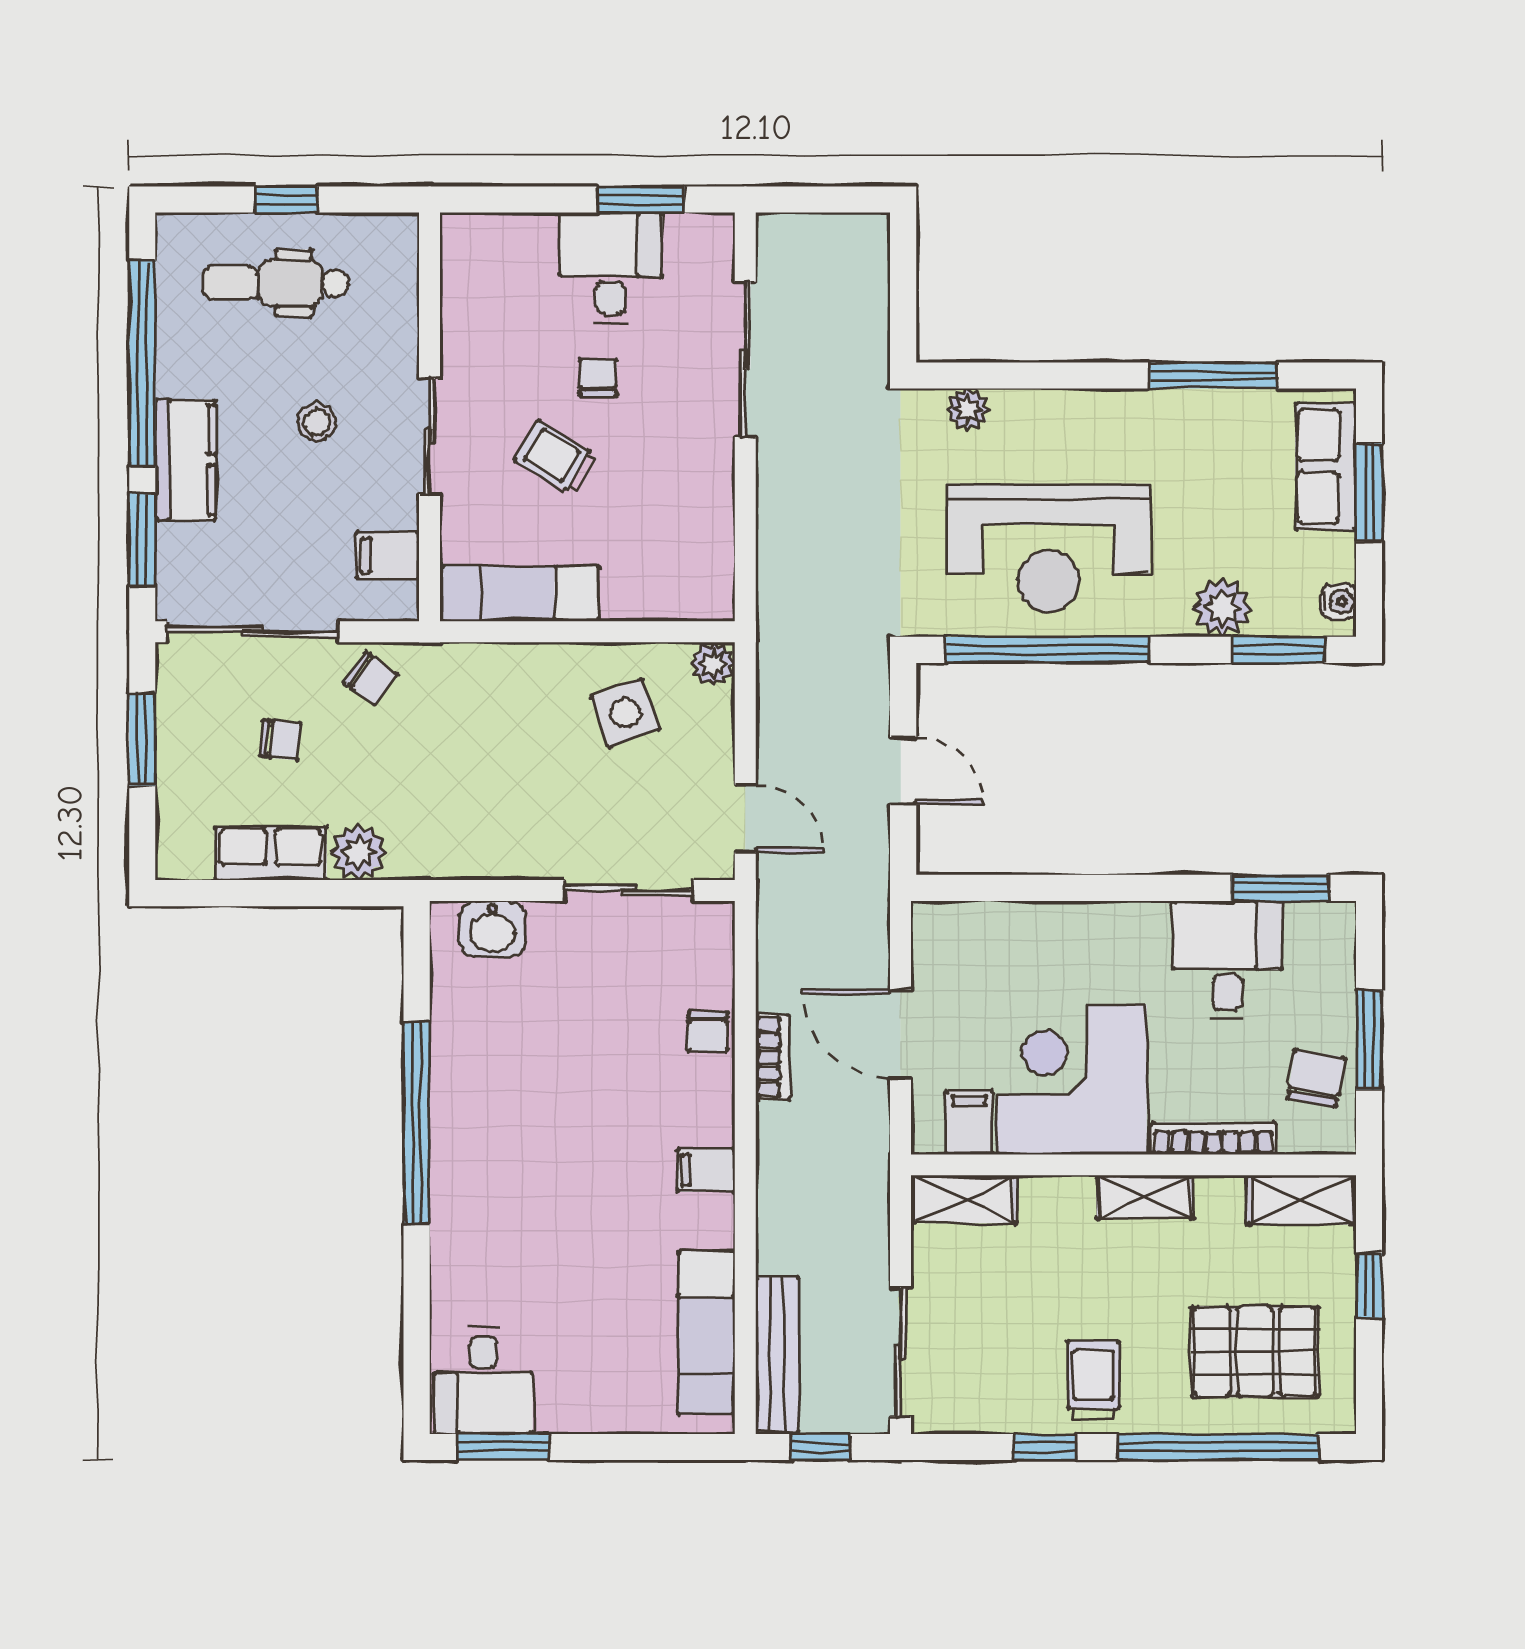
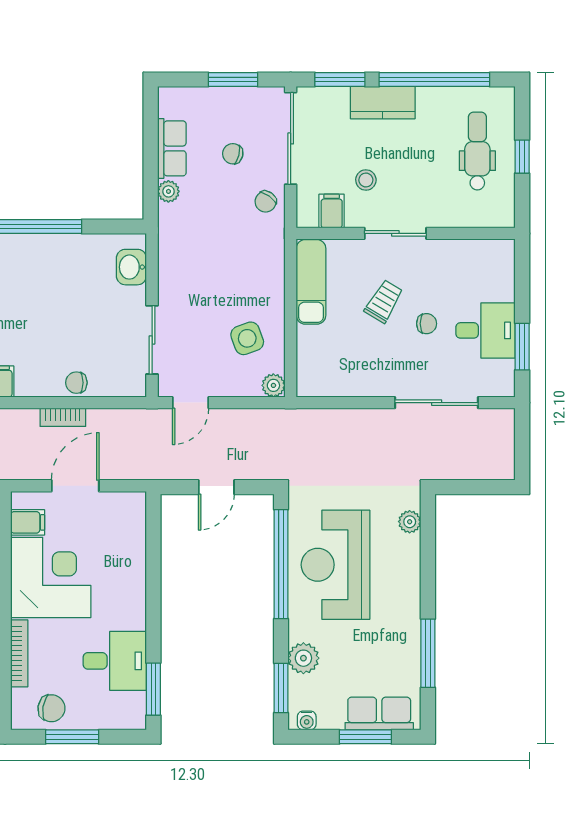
stool: (317, 422) -> (366, 180), moved
chair: (281, 740) -> (233, 154), turned 99
plant: (359, 852) -> (168, 191), width x0.73, depth x0.73

